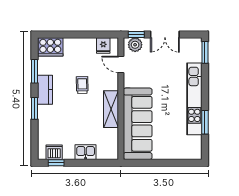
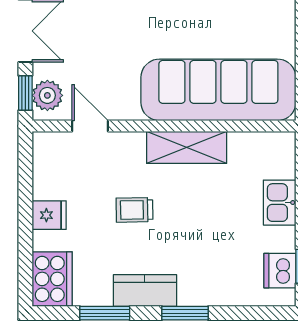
fridge: (103, 46) -> (49, 215), moved
door: (121, 64) -> (90, 126), swing flipped

